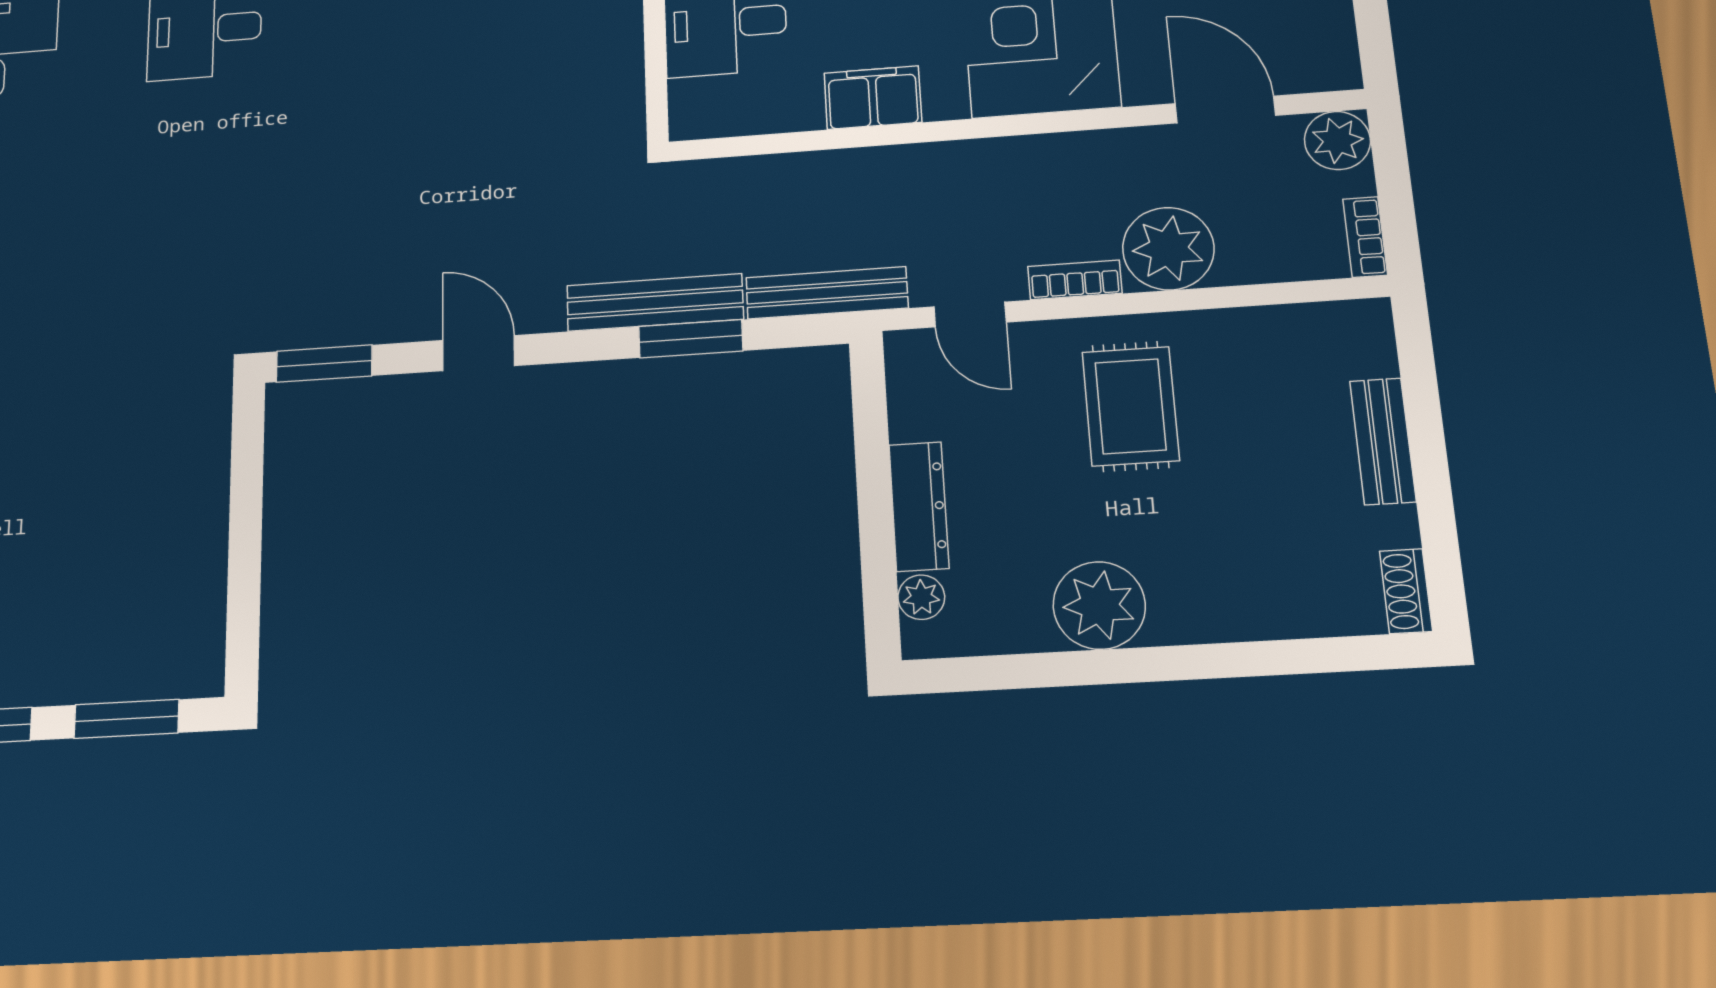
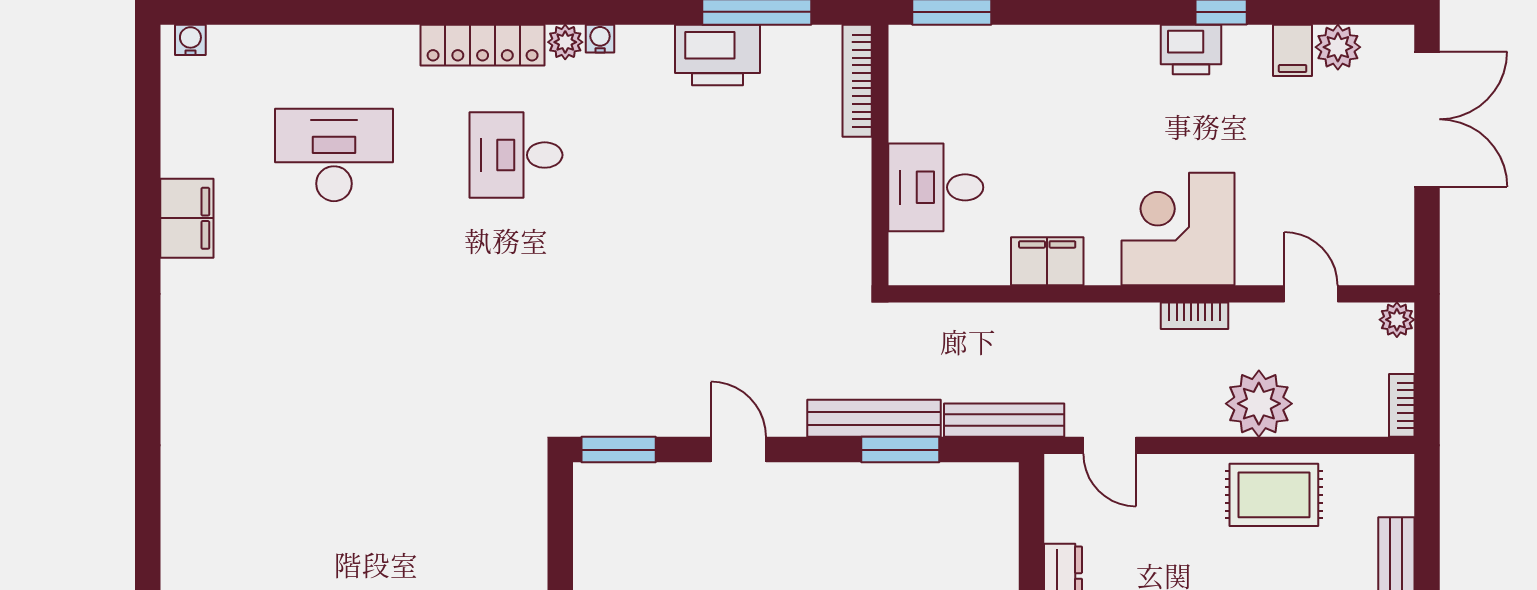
door: (1225, 109) -> (1311, 294), width x0.73
plant: (1337, 140) -> (1397, 320), width x0.73, depth x0.73
bookcase: (1075, 280) -> (1194, 316), moved, turned 180
rug: (1131, 406) -> (1274, 495), moved, turned 90

